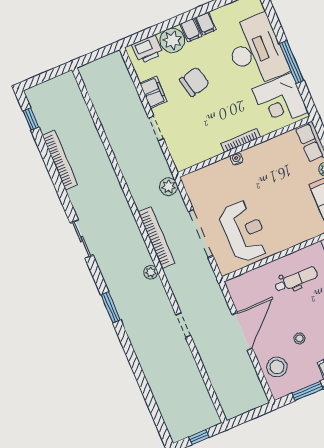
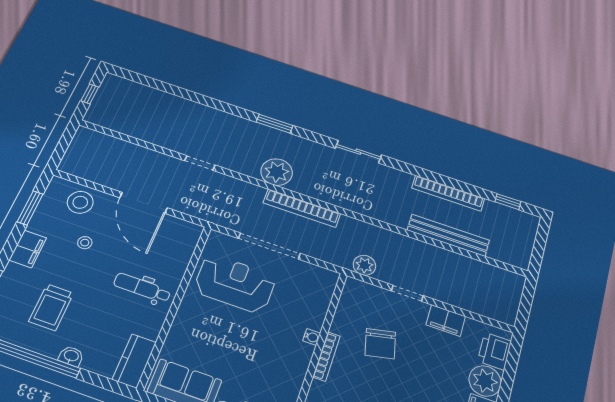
chair: (194, 82) -> (380, 344), moved
bench: (92, 136) -> (448, 235), added
plant: (169, 187) -> (364, 265), moved
reception desk: (244, 231) -> (235, 284), turned 180
plant: (151, 272) -> (277, 172), width x1.87, depth x1.87
dental chair: (296, 279) -> (142, 288), turned 90

